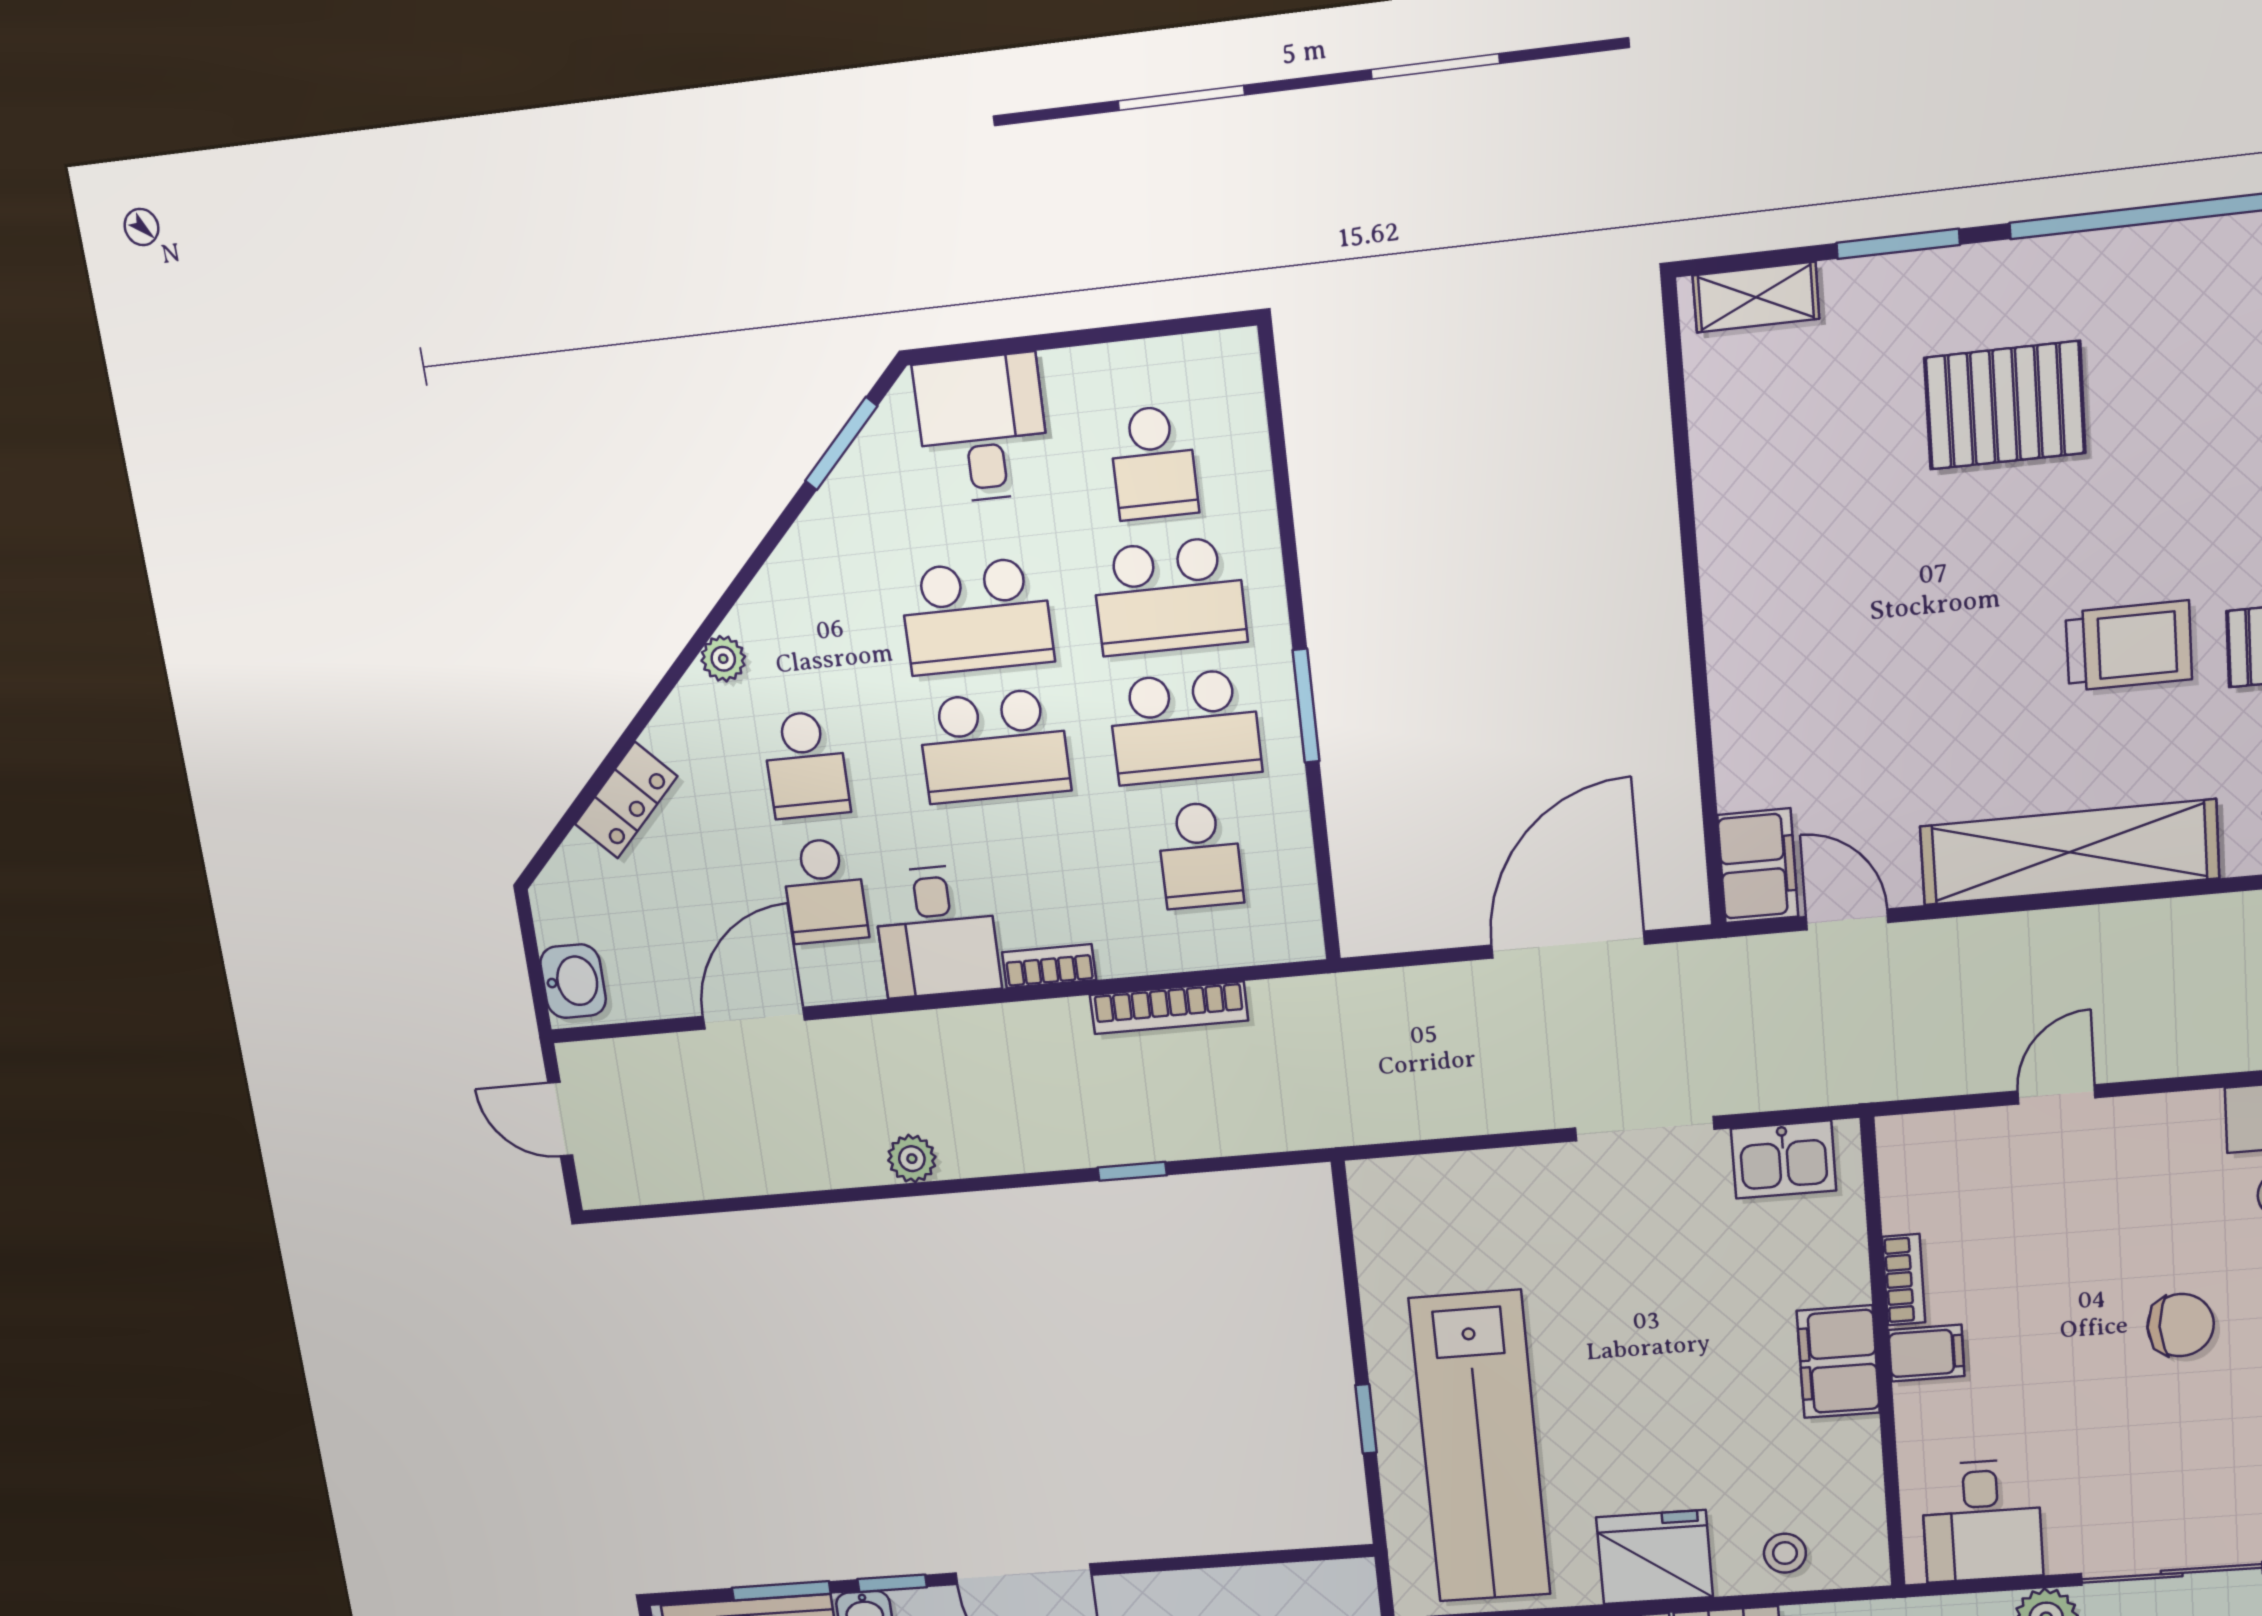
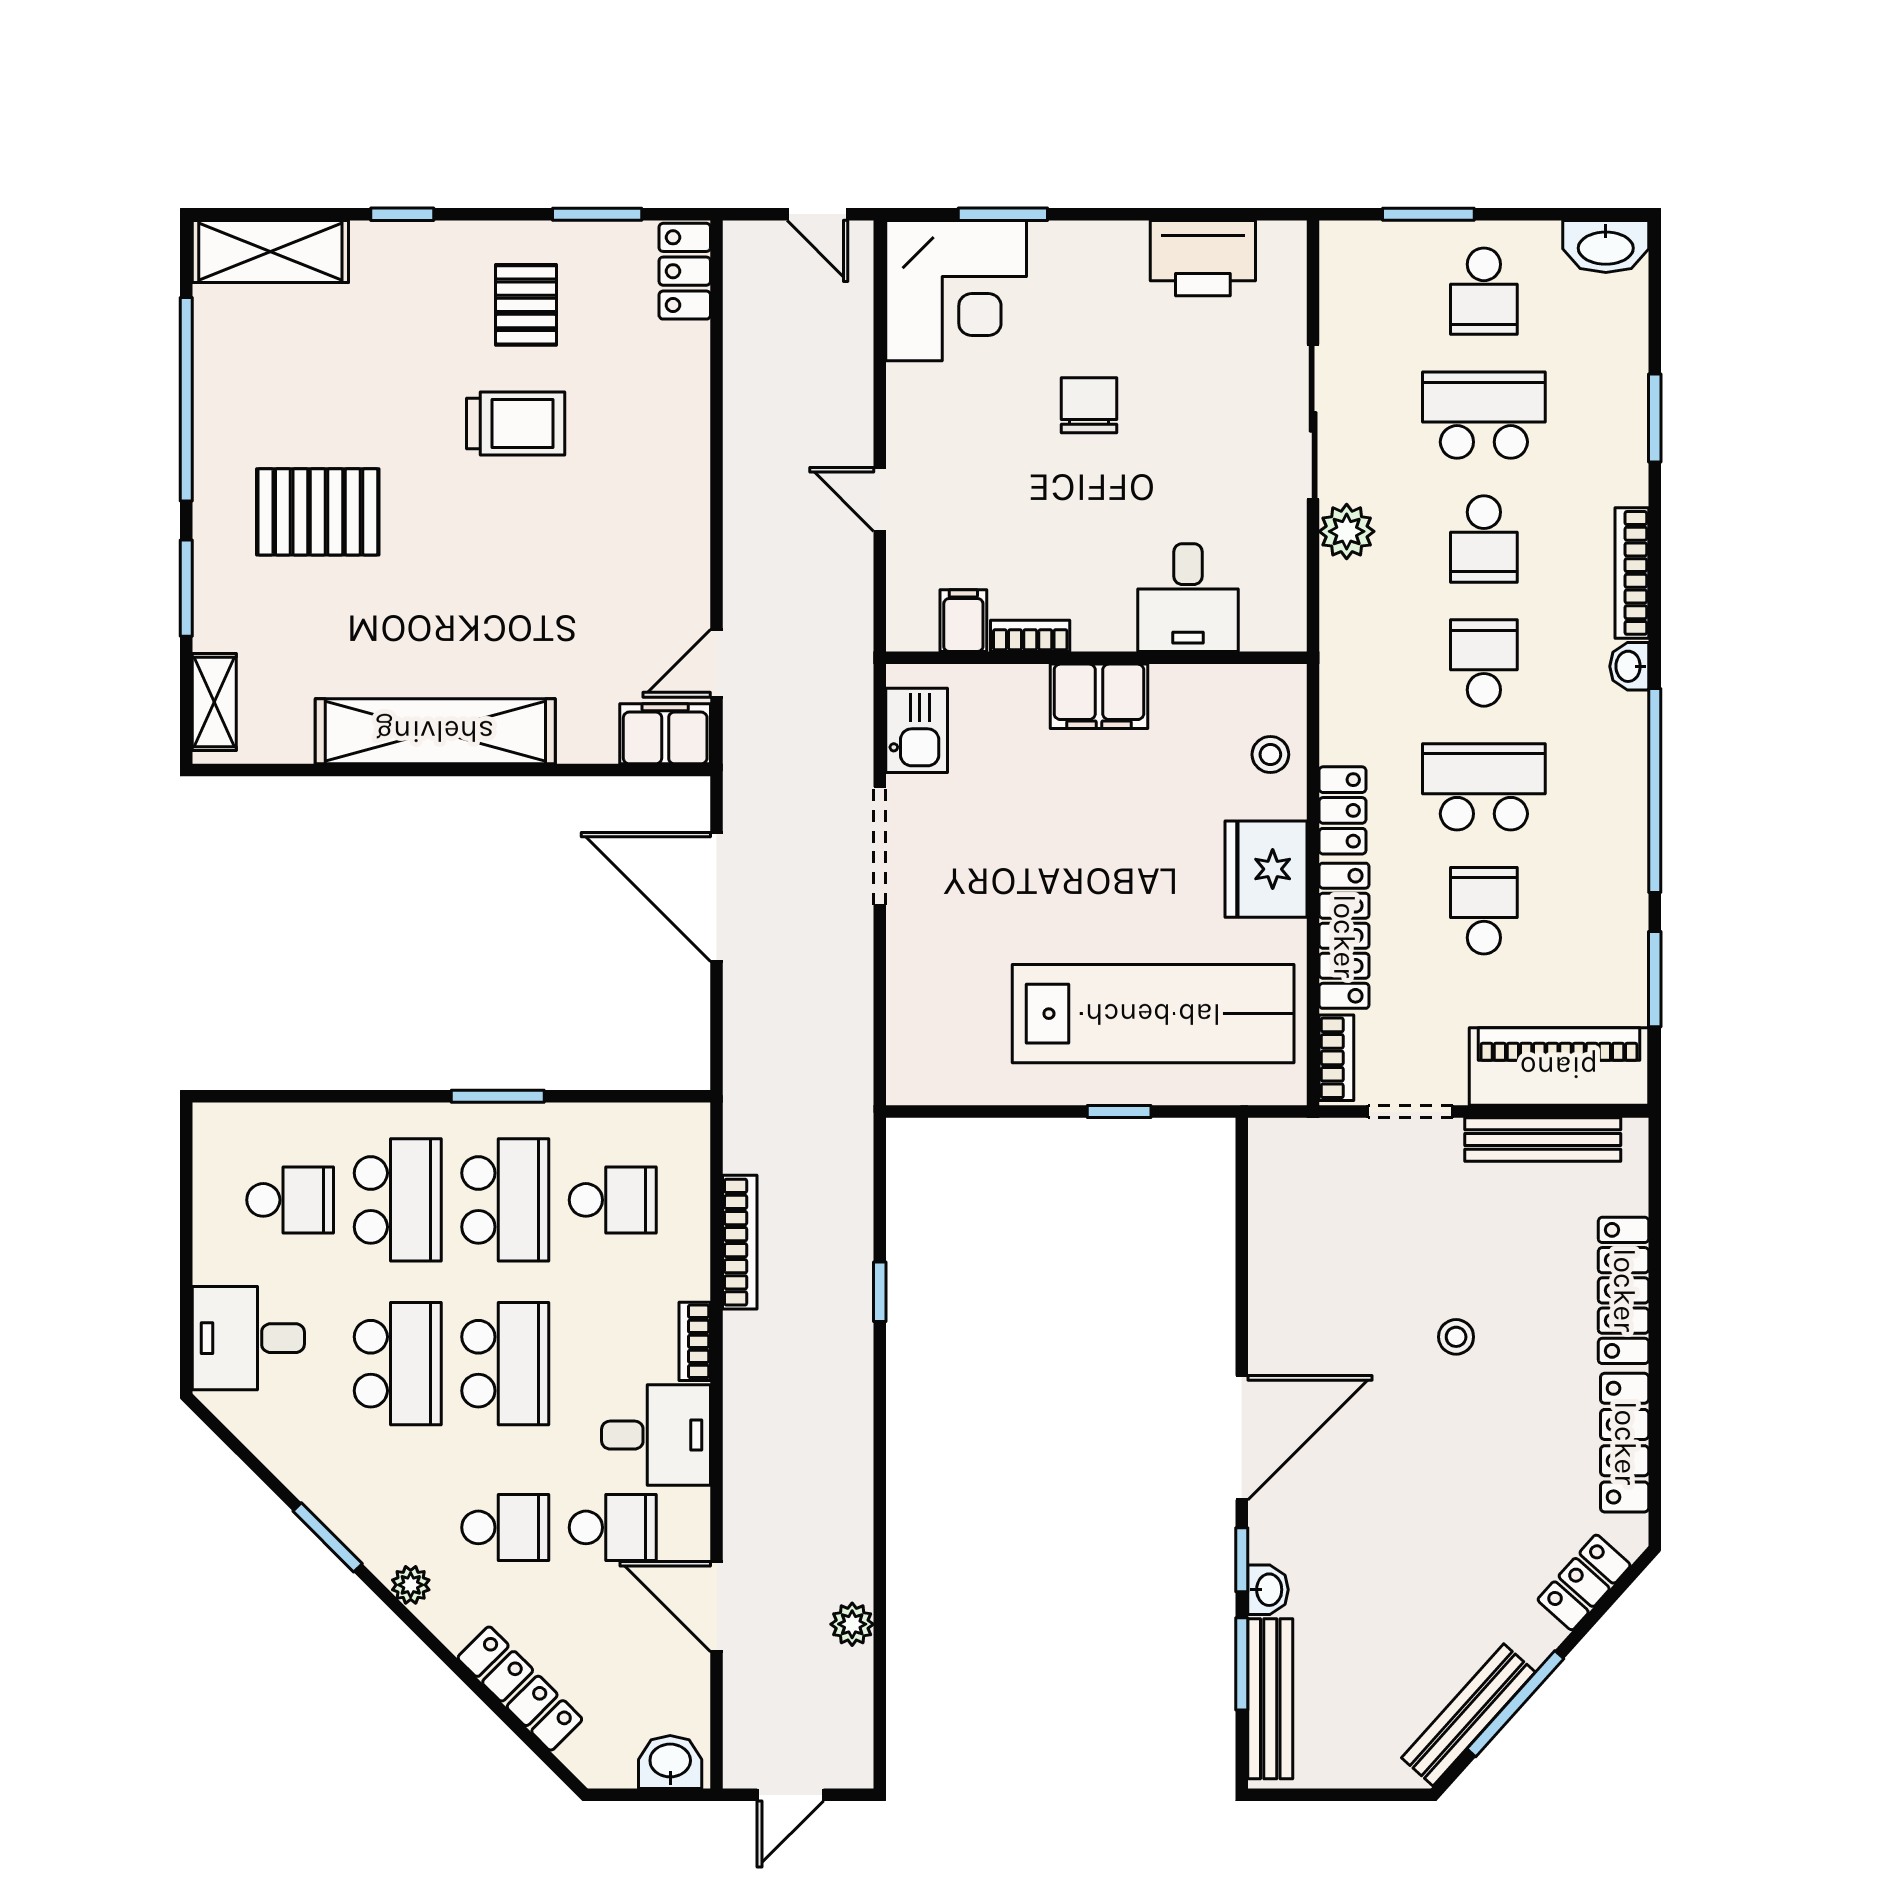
pallet: (2005, 405) -> (318, 512), turned 90
window: (841, 444) -> (328, 1537), moved
trolley: (2129, 646) -> (516, 423), turned 90
locker: (626, 800) -> (520, 1689), width x1.53
shelving: (2069, 852) -> (435, 731), moved, turned 90
plant: (912, 1159) -> (852, 1624), moved
filing cabinet: (1926, 1353) -> (963, 621), moved
desk: (1982, 1521) -> (1188, 598), moved, turned 90

